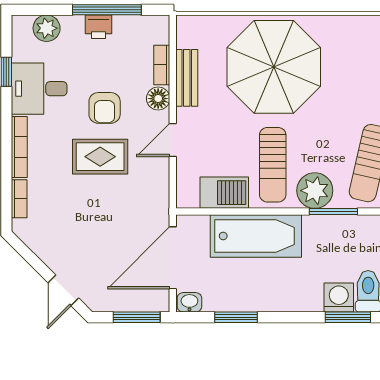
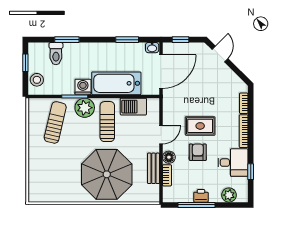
washing machine: (339, 298) -> (83, 87), moved, turned 180
window: (137, 317) -> (180, 40), width x0.67

